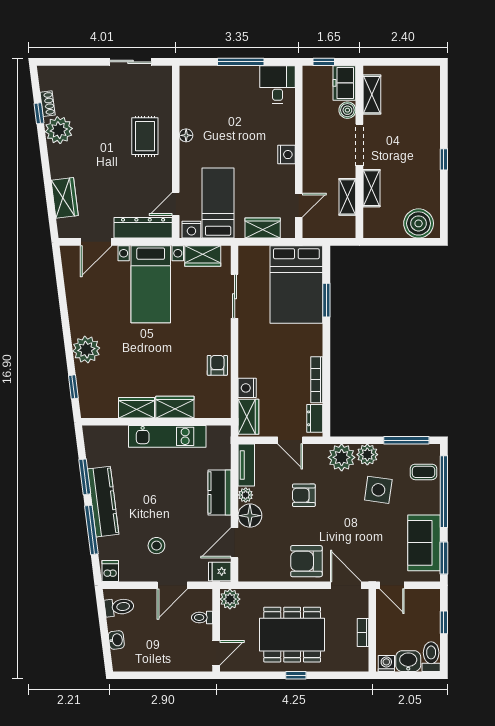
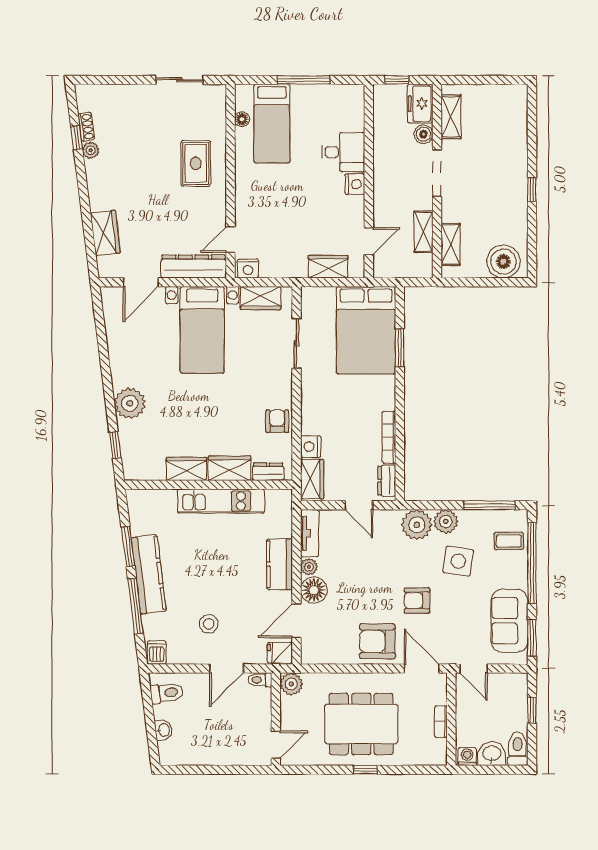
desk: (278, 84) -> (343, 152), moved, turned 90
plant: (59, 130) -> (91, 150), width x0.53, depth x0.53
floor lamp: (186, 135) -> (242, 119), moved
shelving: (372, 188) -> (451, 244), moved
bed: (218, 203) -> (272, 124), moved, turned 180
dresser: (209, 410) -> (268, 472), added
armchair: (304, 495) -> (417, 600), moved
toilet: (202, 617) -> (260, 680), moved

